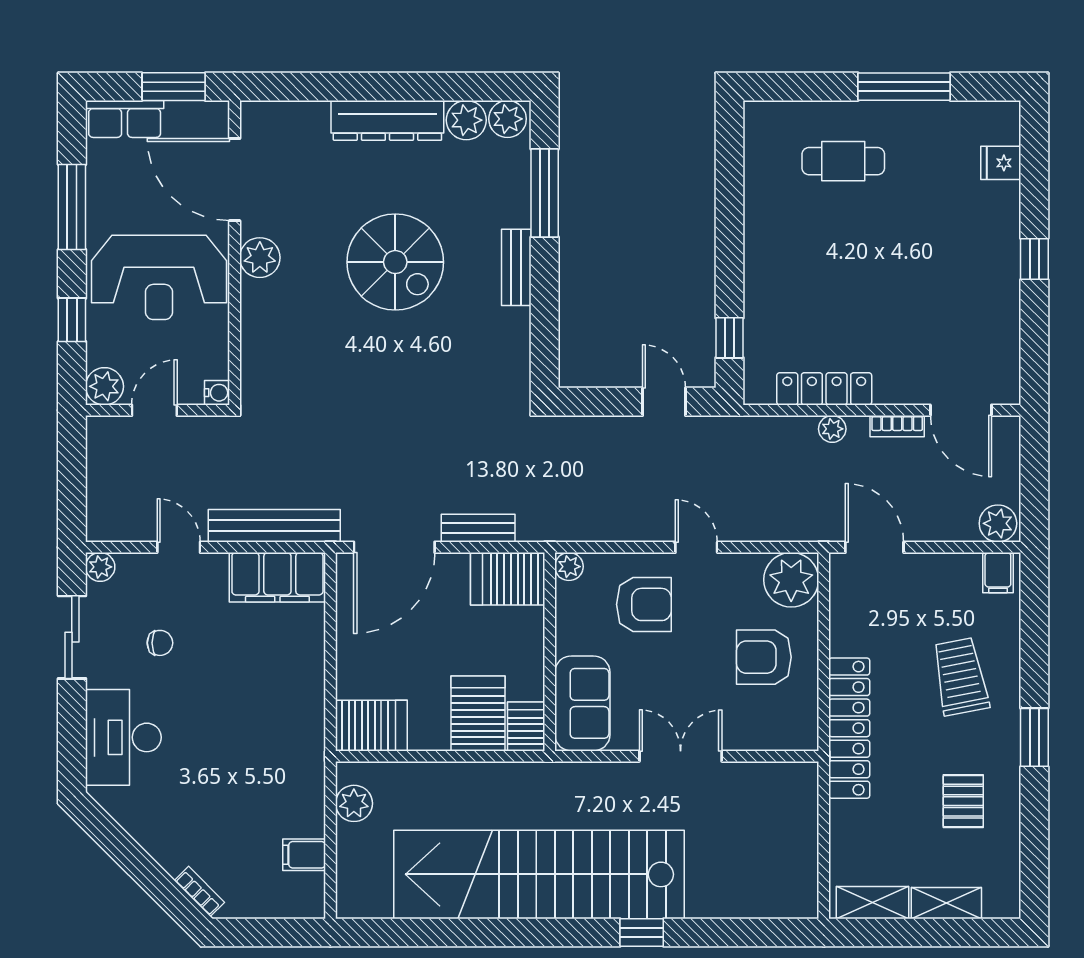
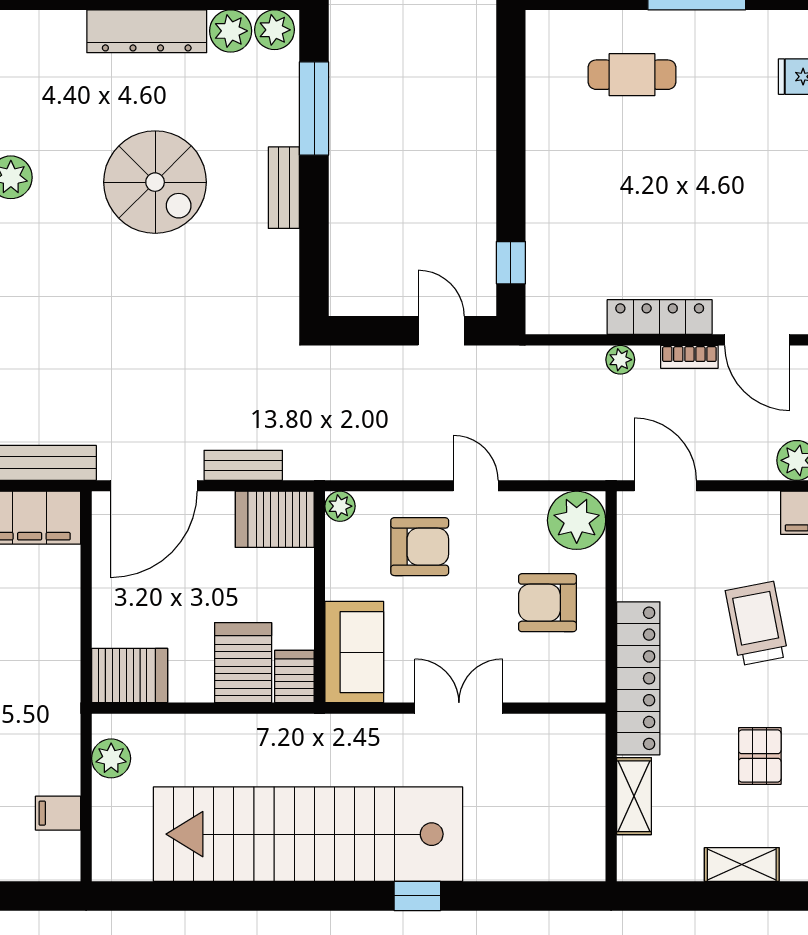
locker: (824, 389) -> (660, 317), moved
shelving: (872, 903) -> (634, 796), moved, turned 90

